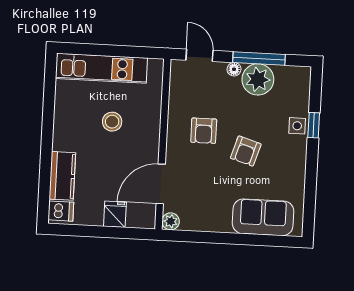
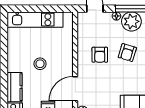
stool: (112, 122) -> (40, 64), moved
armchair: (246, 151) -> (127, 53), moved

